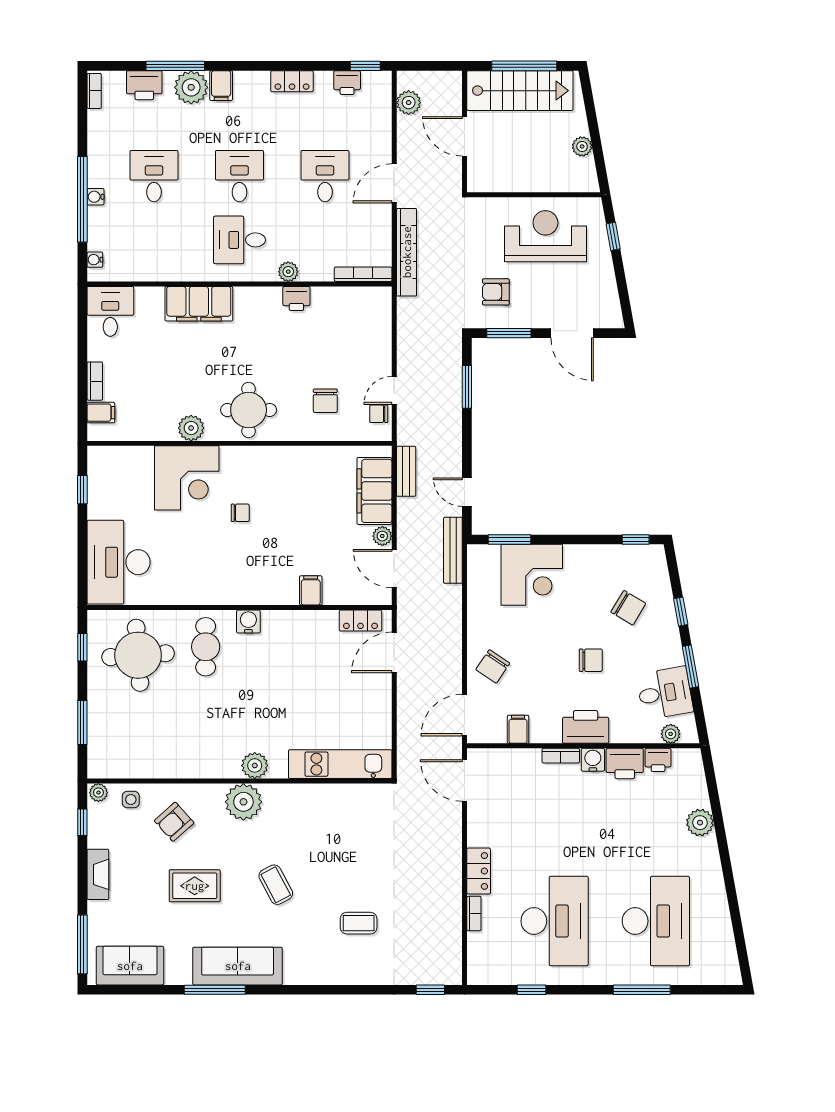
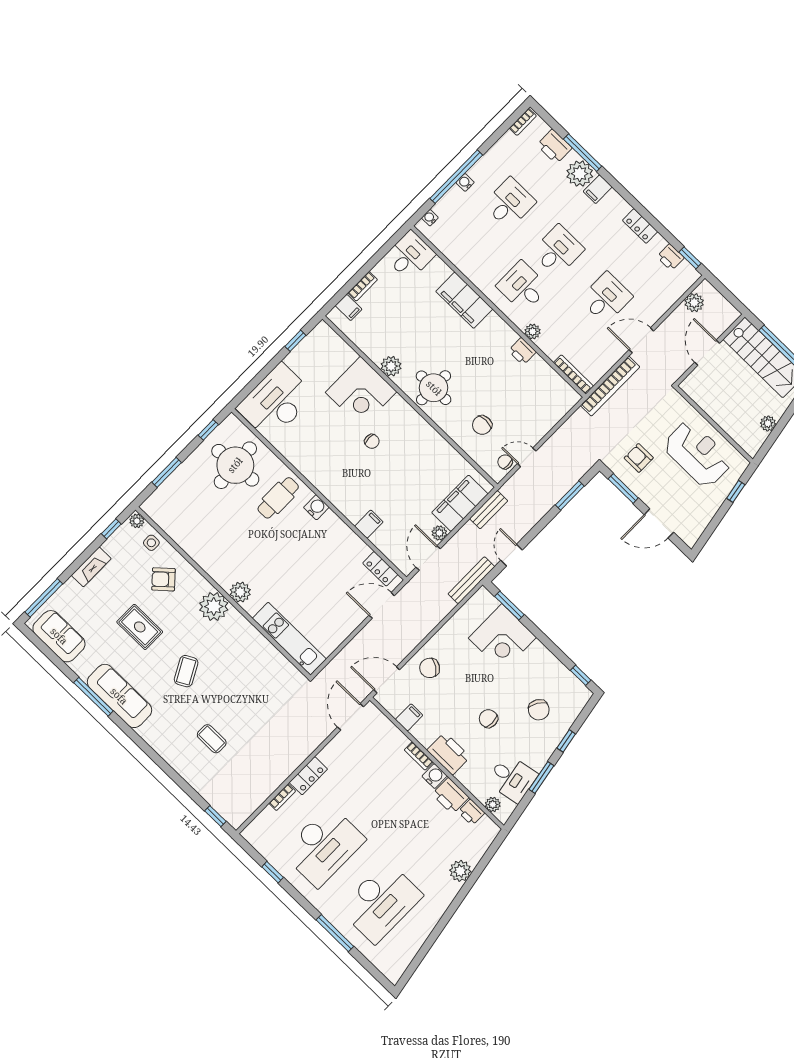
door: (572, 333) -> (659, 523), hinge flipped
chair: (591, 660) -> (488, 719), turned 180

